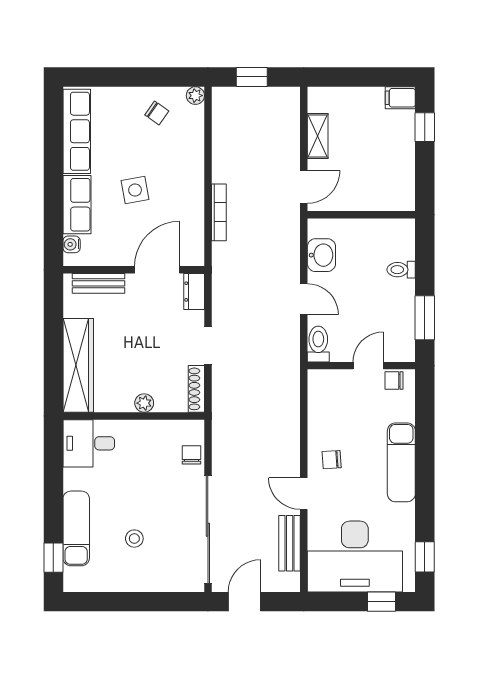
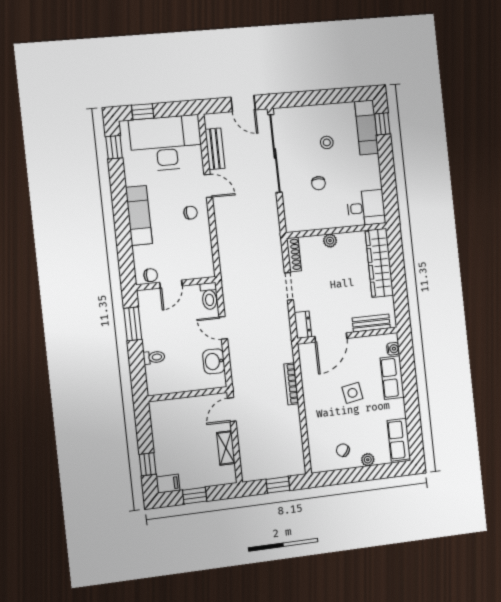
window: (366, 77) -> (195, 496), added
plant: (195, 96) -> (368, 460), moved
row of seats: (77, 131) -> (399, 440), width x0.68
chair: (191, 455) -> (318, 183), moved
exam couch: (76, 528) -> (367, 127), moved
door: (245, 602) -> (243, 104), hinge flipped

